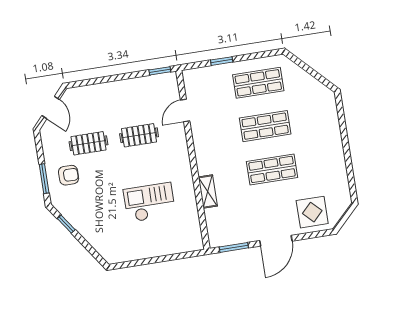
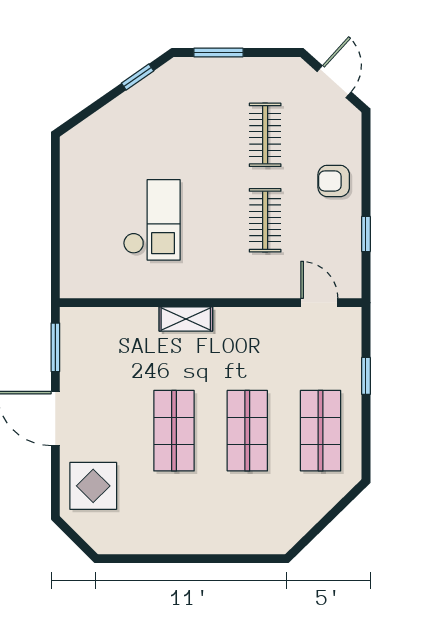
window: (160, 71) -> (366, 234), moved
door: (51, 107) -> (334, 82), swing flipped
door: (185, 110) -> (319, 303), moved
armchair: (69, 175) -> (334, 181), moved, turned 90
shelving: (208, 191) -> (186, 319), moved

